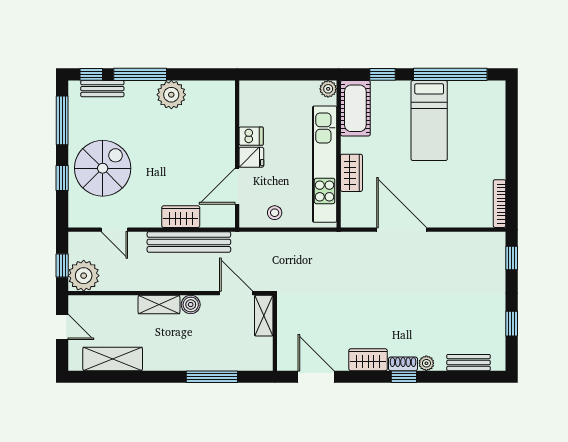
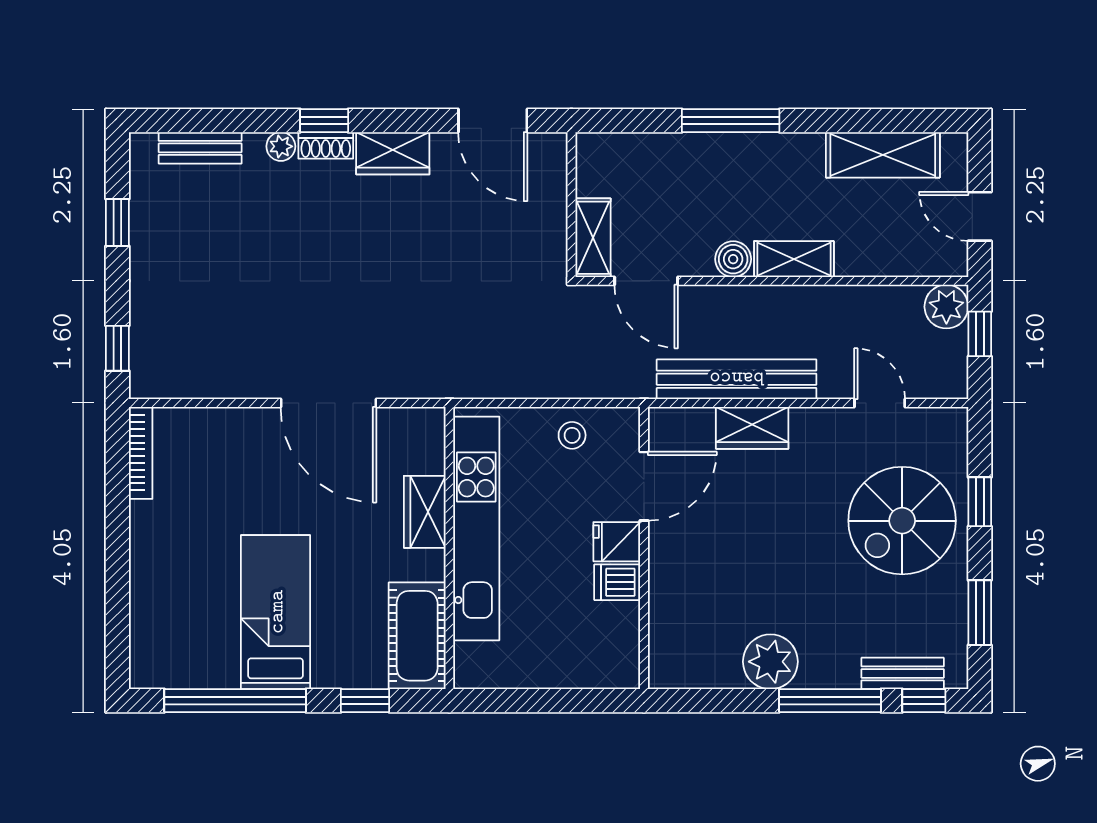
plant: (328, 89) -> (469, 673), removed
window: (62, 120) -> (980, 613), width x0.69
plant: (84, 276) -> (946, 307), width x0.73, depth x0.73
window: (212, 377) -> (731, 121), moved

